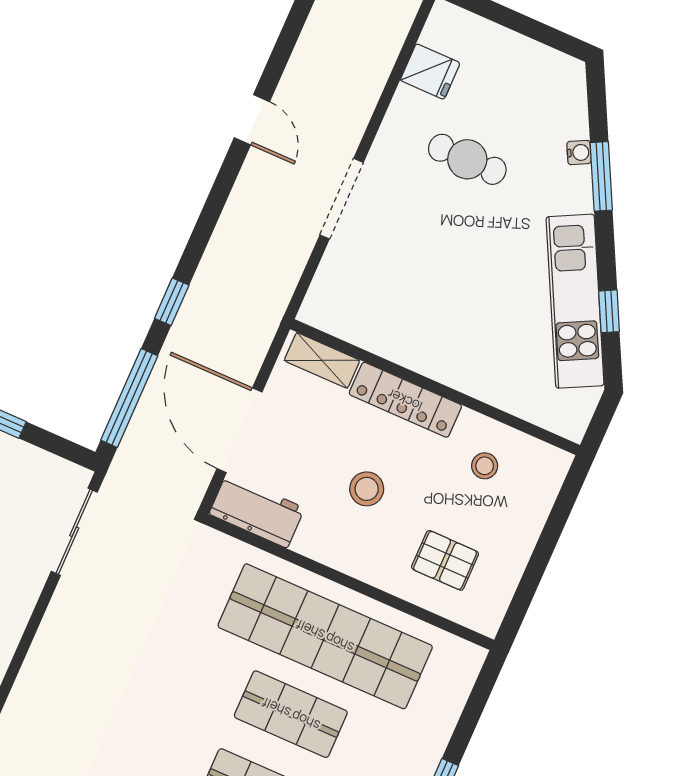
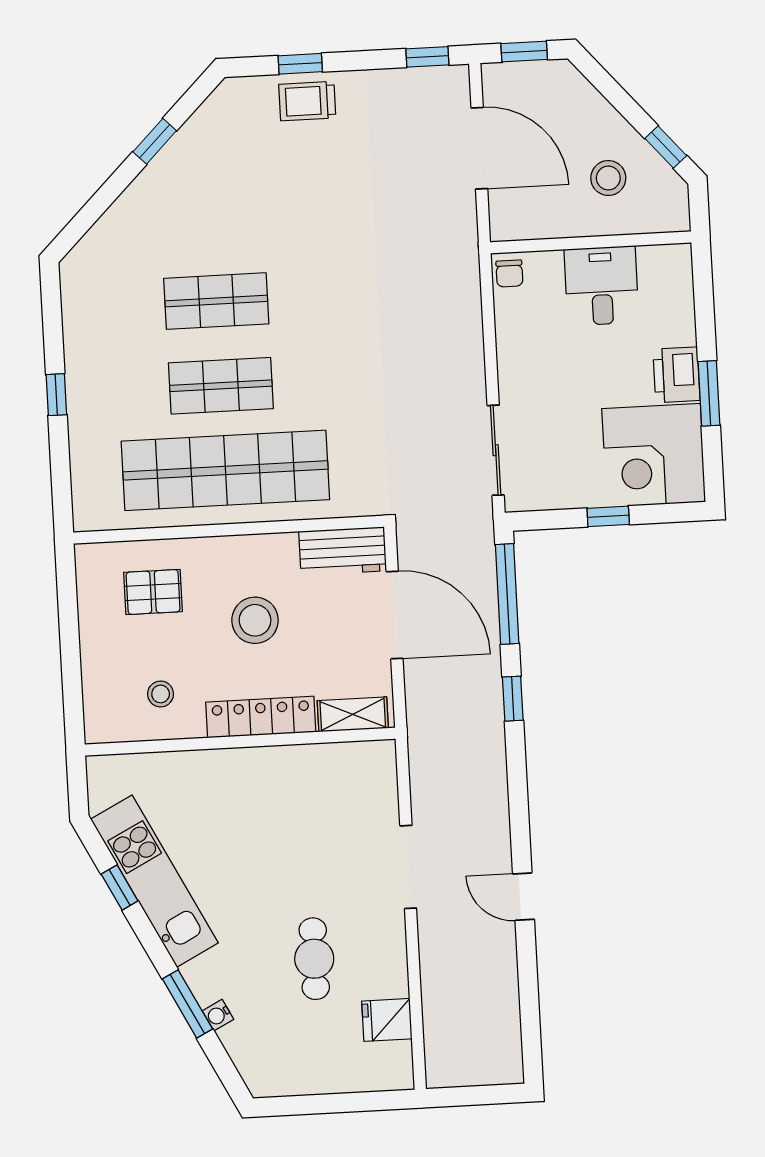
cafe table: (467, 159) -> (314, 959), turned 90
stool: (367, 489) -> (255, 620), width x1.38, depth x1.38

